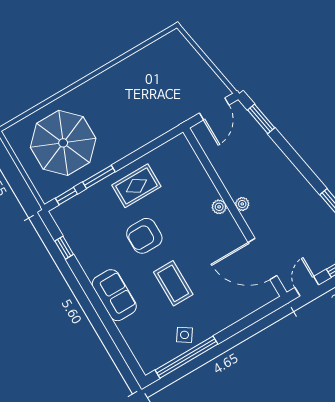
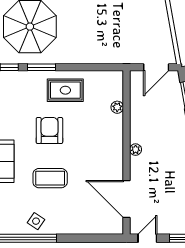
plant: (219, 207) -> (117, 107), moved
armchair: (144, 236) -> (49, 130), turned 90
coffee table: (173, 283) -> (50, 178), turned 90

